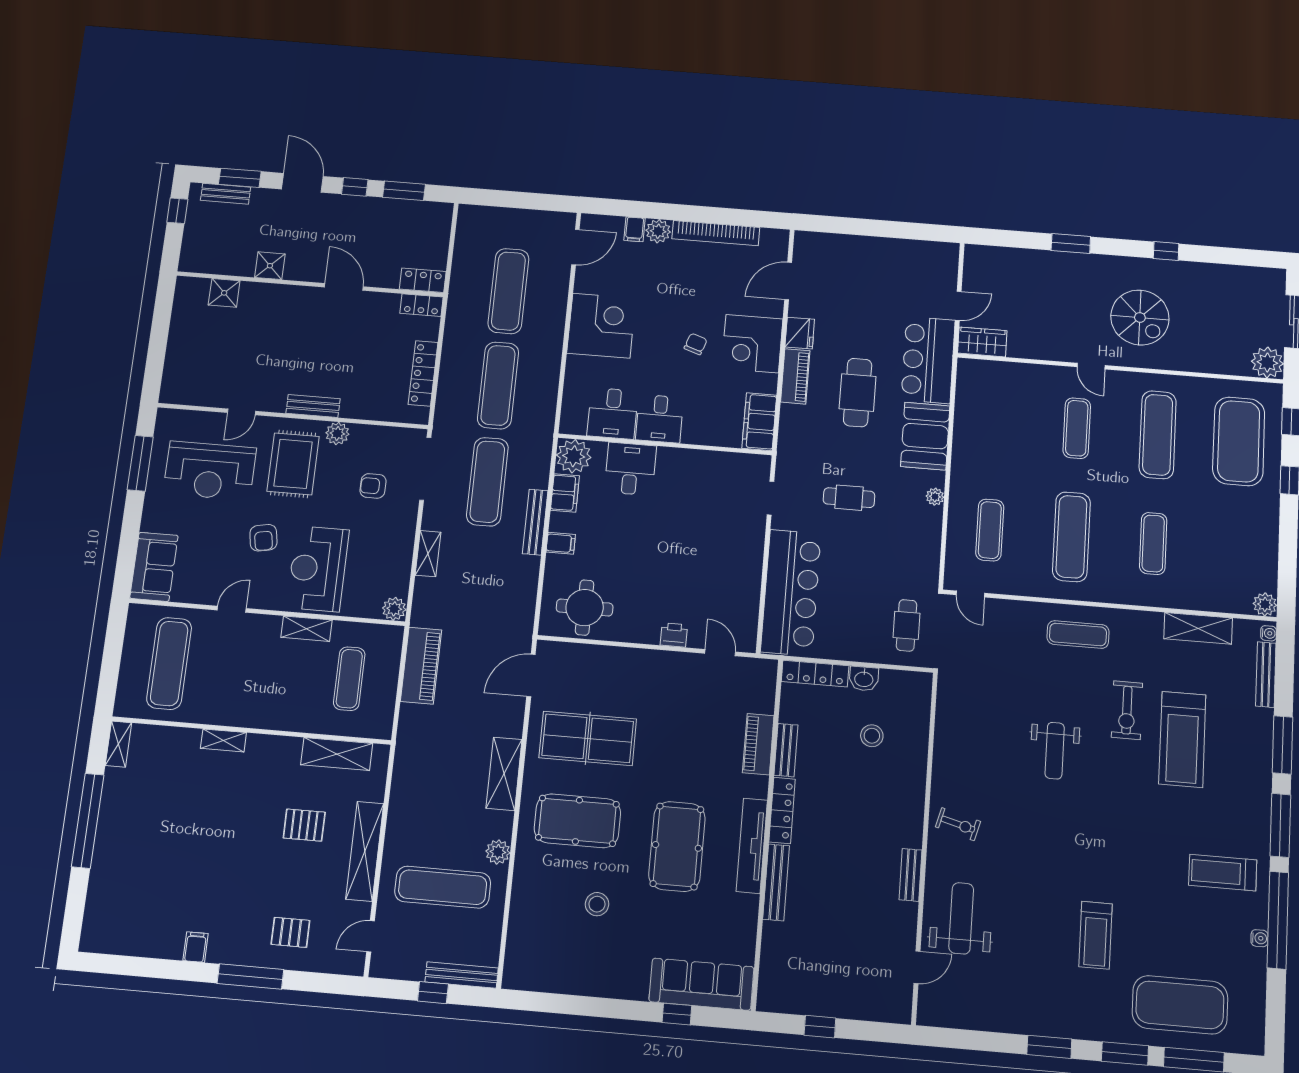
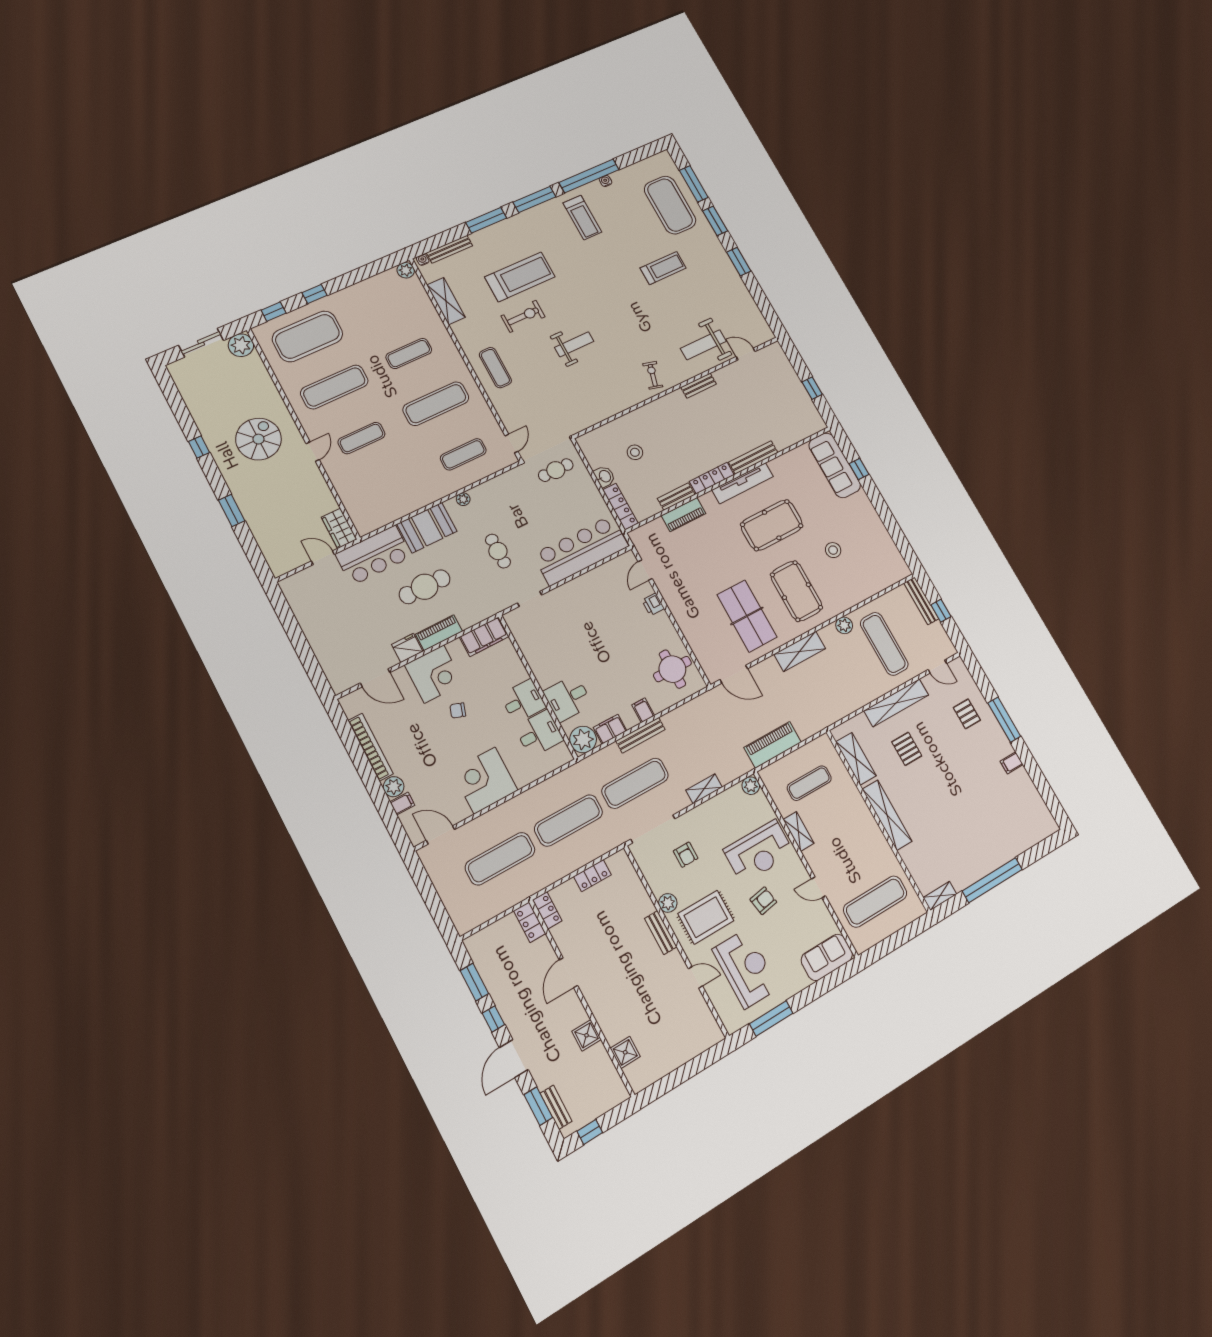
locker: (423, 373) -> (592, 876), width x0.66
shelving: (223, 740) -> (887, 815), width x2.20, depth x1.33

